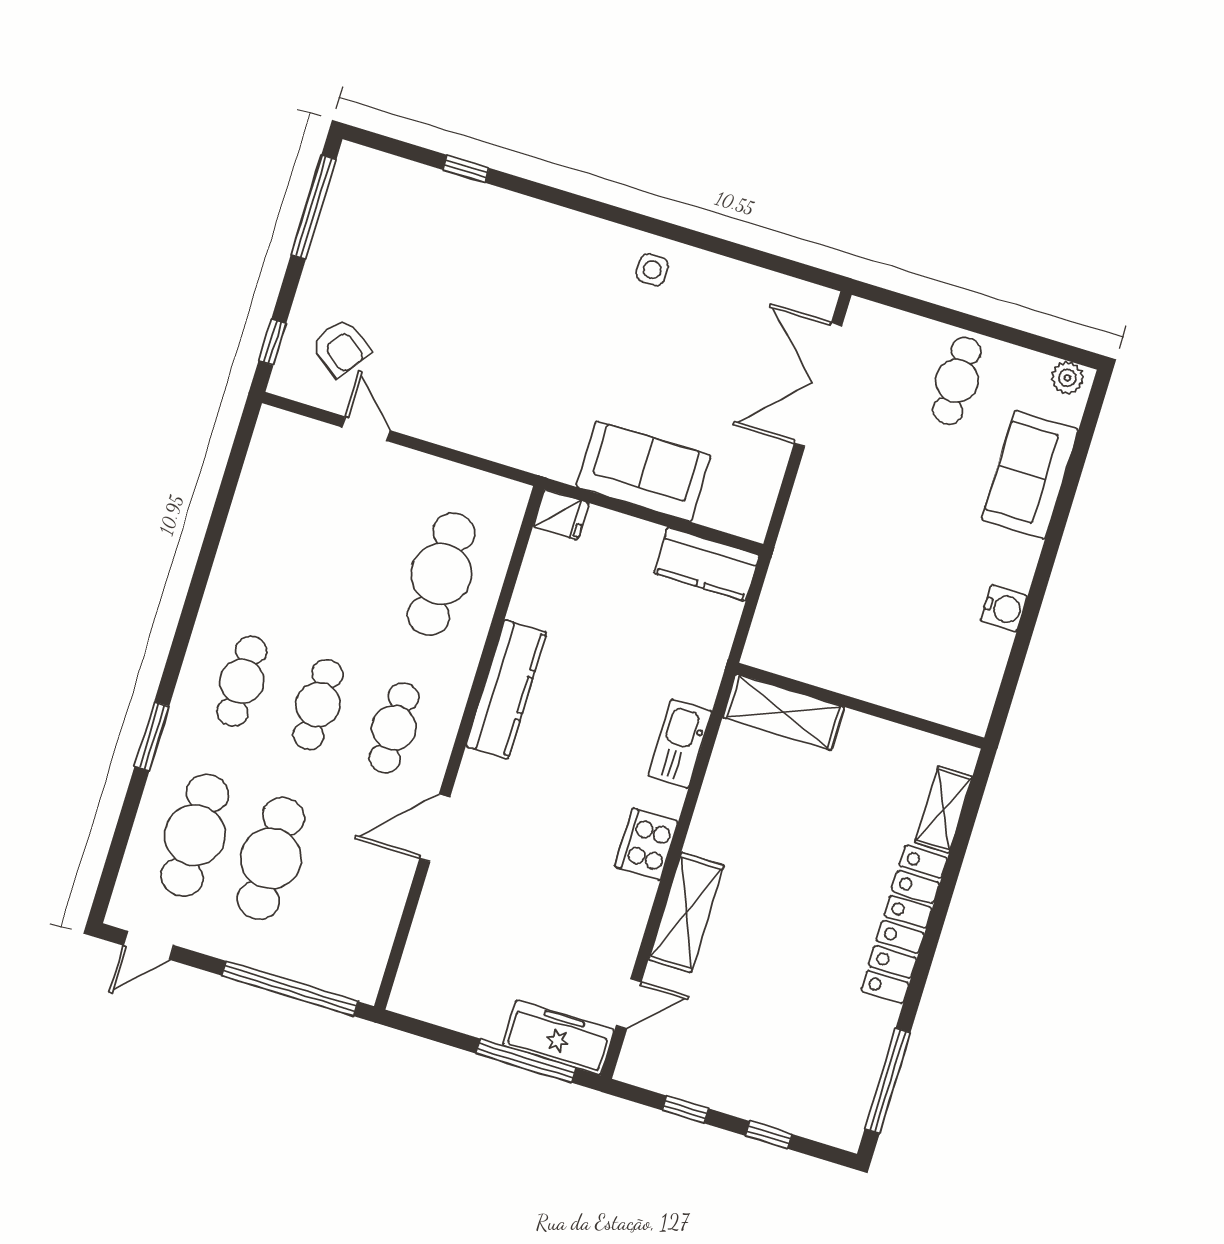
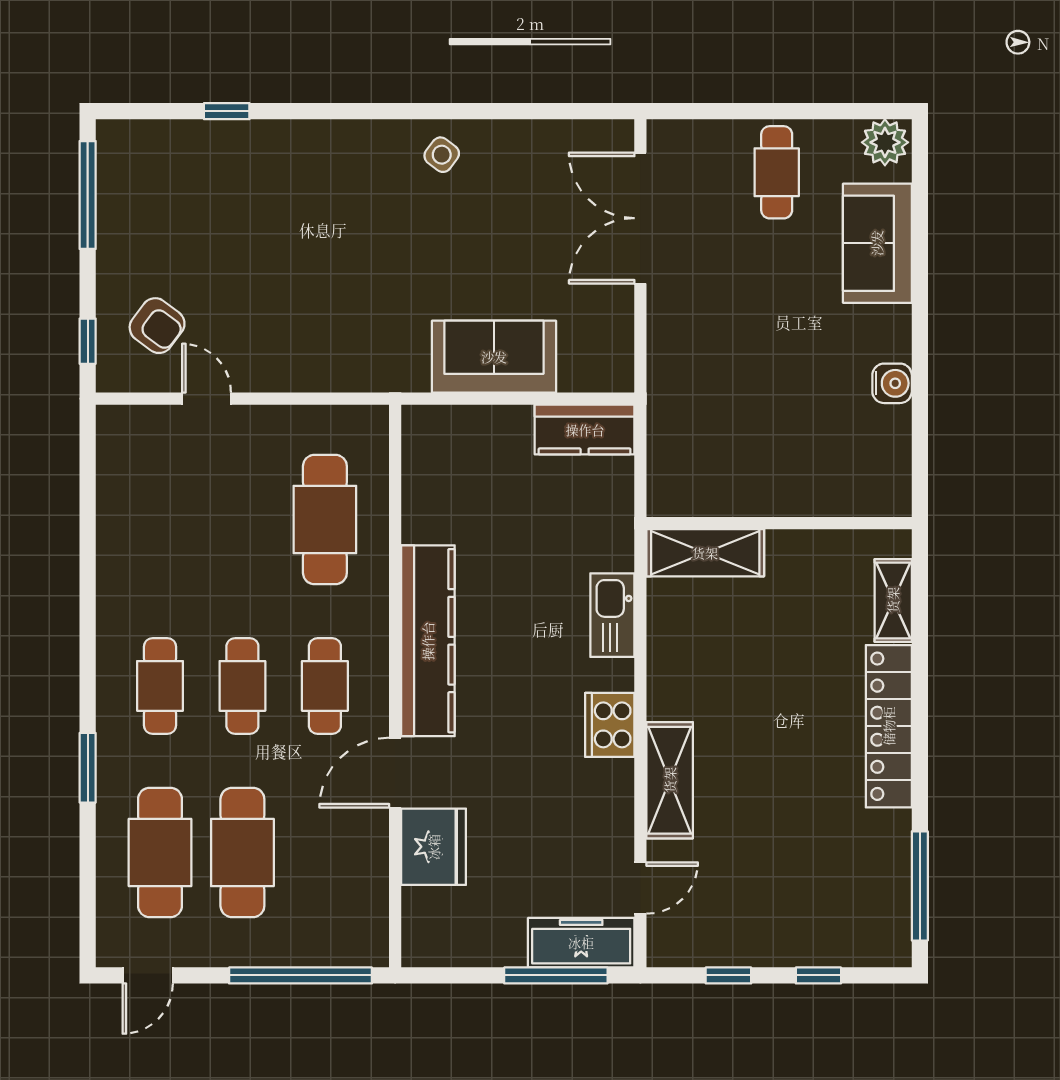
side table: (652, 270) -> (442, 155), turned 37
plant: (1067, 378) -> (885, 142), width x1.38, depth x1.38
fridge: (561, 515) -> (434, 847), moved, width x1.88, depth x1.34
kitchen counter: (506, 689) -> (428, 641), width x1.39, depth x1.17

